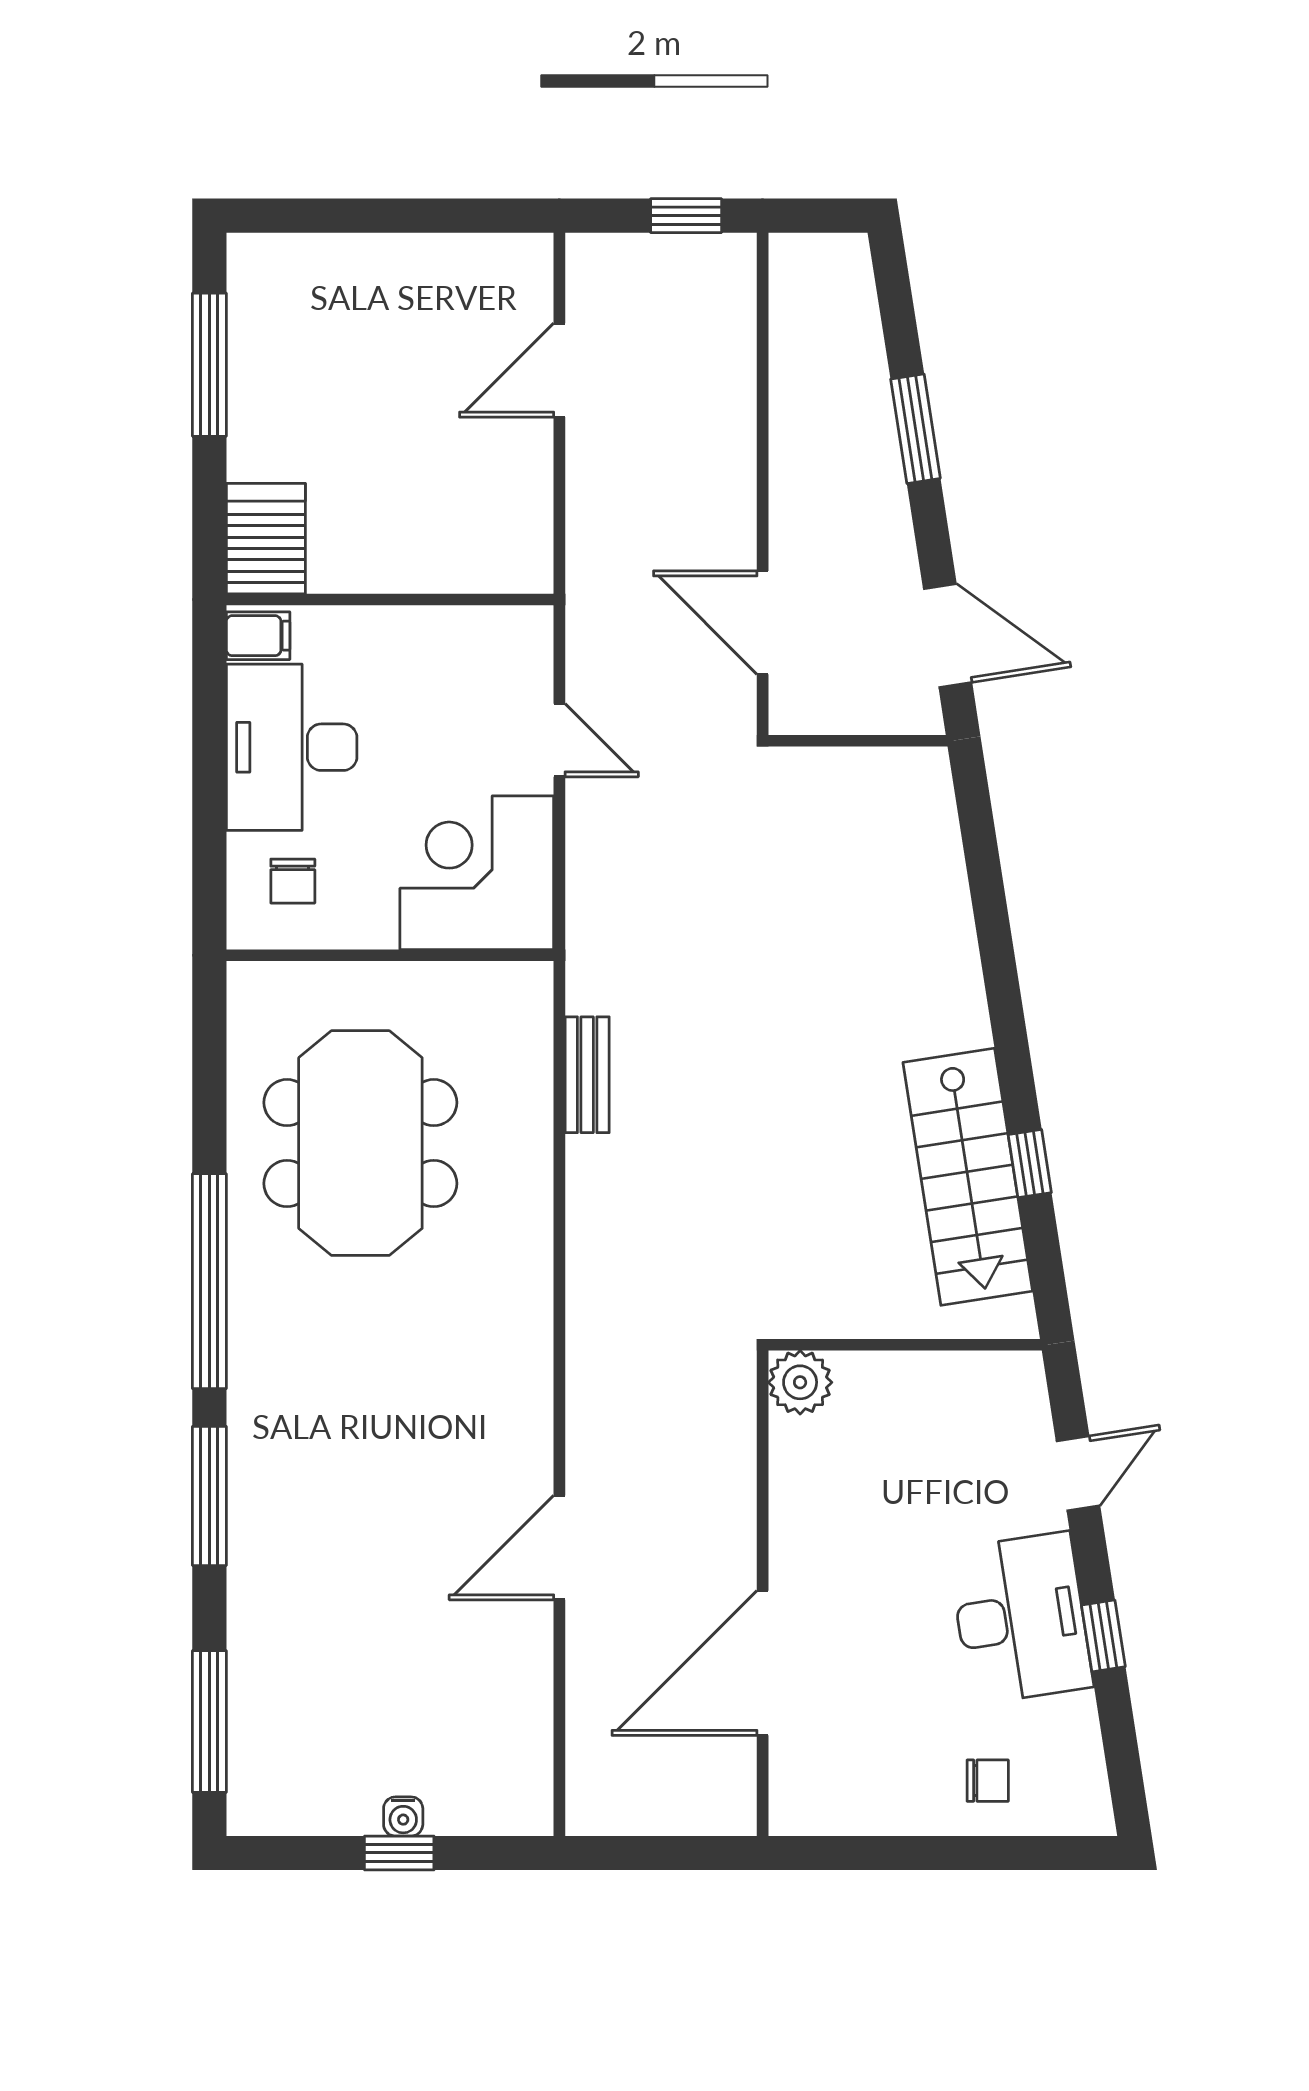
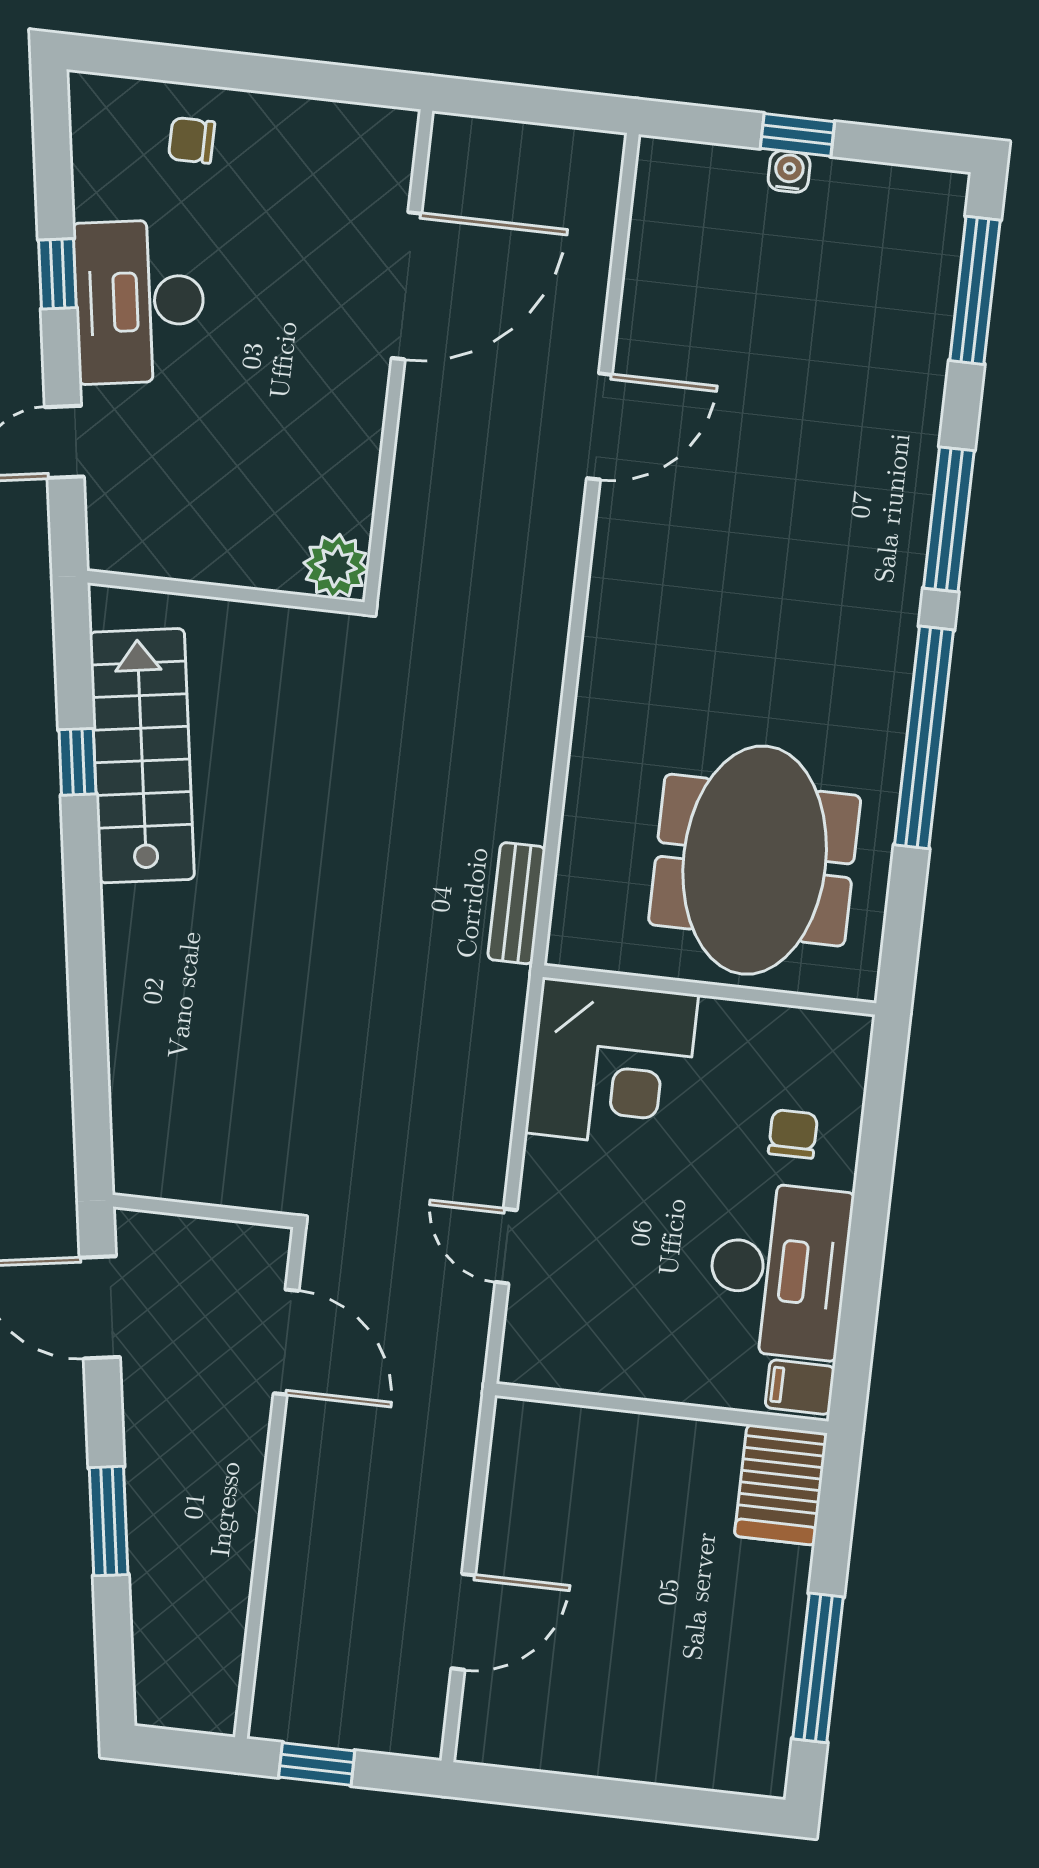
corner desk: (477, 873) -> (612, 1064), moved
wall: (390, 955) -> (709, 990), moved

